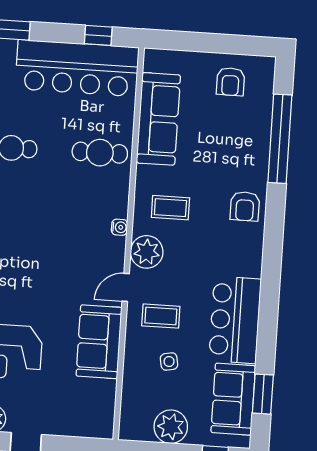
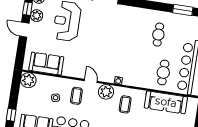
cafe table: (100, 153) -> (163, 73), moved
sofa: (99, 342) -> (46, 64), moved
plant: (171, 427) -> (28, 80), moved

